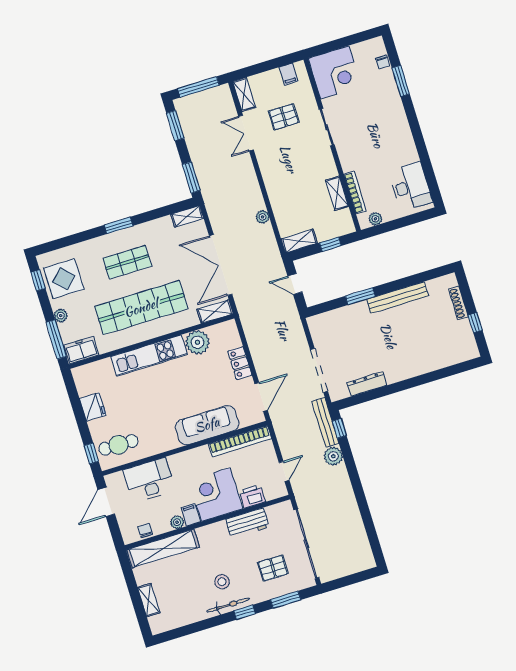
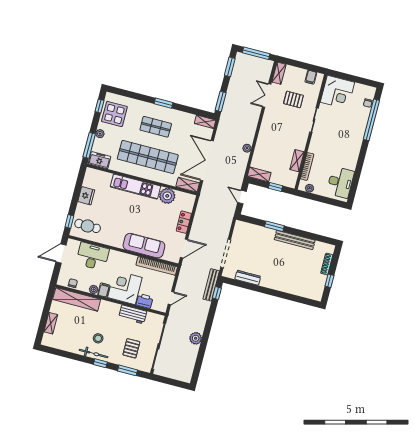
window: (401, 81) -> (371, 120), width x2.11
plant: (333, 456) -> (196, 338), moved
pallet: (273, 568) -> (131, 348), turned 90

